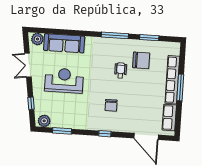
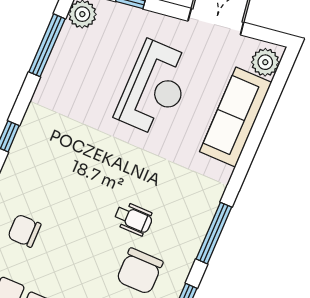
chair: (111, 105) -> (24, 231), moved
window: (62, 131) -> (47, 45), width x1.44

